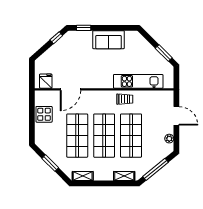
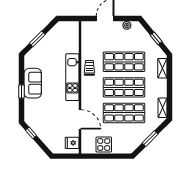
window: (84, 28) -> (22, 91), moved
window: (164, 53) -> (37, 39), moved
kitchen unit: (138, 81) -> (72, 77), moved
window: (156, 169) -> (156, 38), width x0.46

